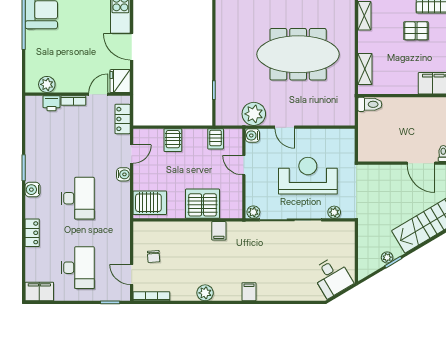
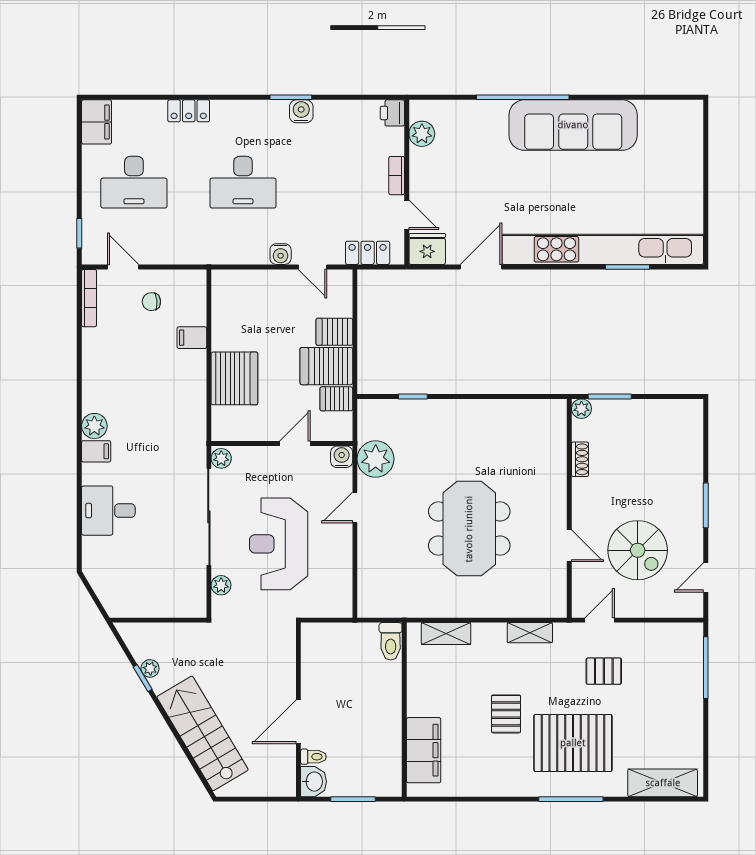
meeting table: (298, 54) -> (469, 529), width x0.73
printer: (52, 103) -> (392, 113), moved
reception desk: (308, 176) -> (279, 544), turned 180
water cooler: (33, 190) -> (301, 111), moved
server rack: (150, 203) -> (326, 366), moved, turned 90
filing cabinet: (219, 231) -> (192, 338), moved
door: (132, 274) -> (123, 267), hinge flipped
desk: (332, 277) -> (108, 511), moved, turned 31
plant: (205, 293) -> (94, 426), moved

